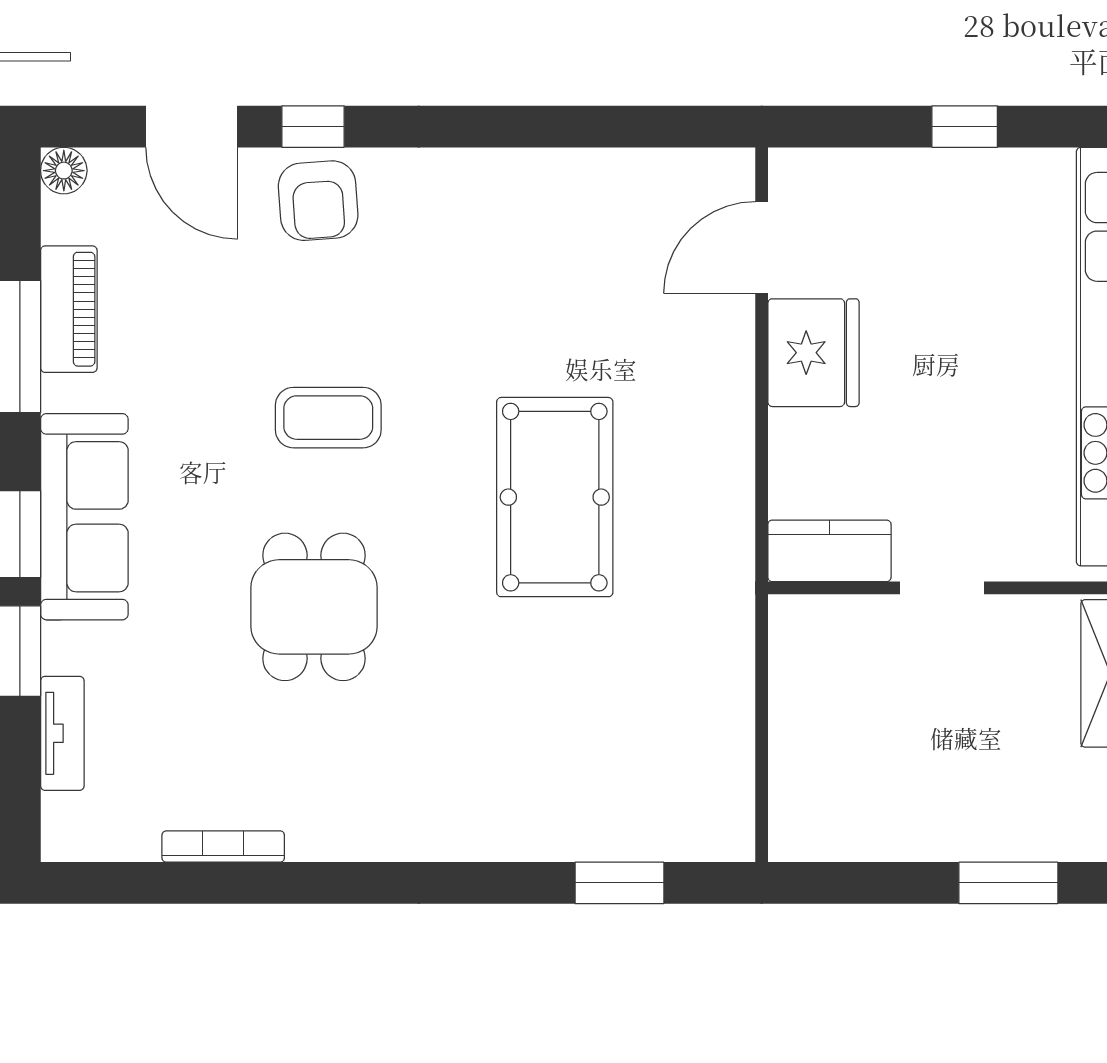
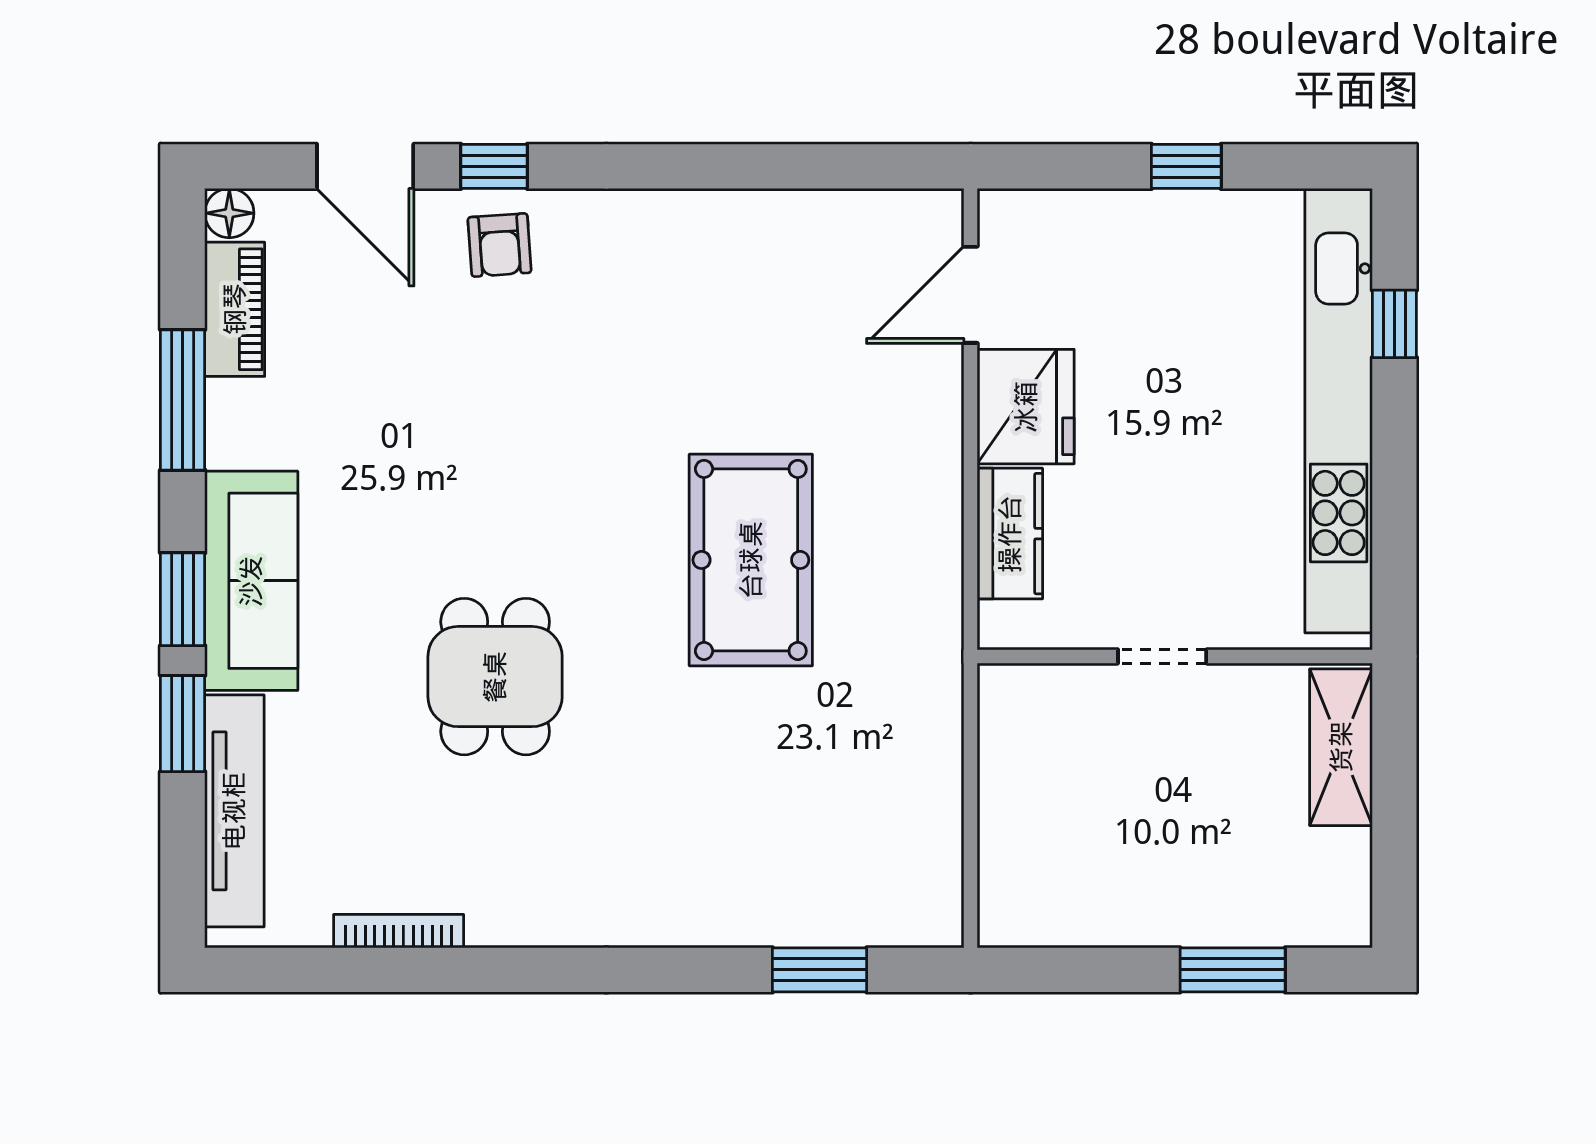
armchair: (318, 201) -> (500, 245), width x0.72, depth x0.72
piano: (69, 309) -> (235, 309), moved
coffee table: (328, 418) -> (510, 476), removed
kitchen counter: (829, 551) -> (1010, 534), moved, turned 90
tv unit: (62, 733) -> (234, 811), width x1.92, depth x1.29

